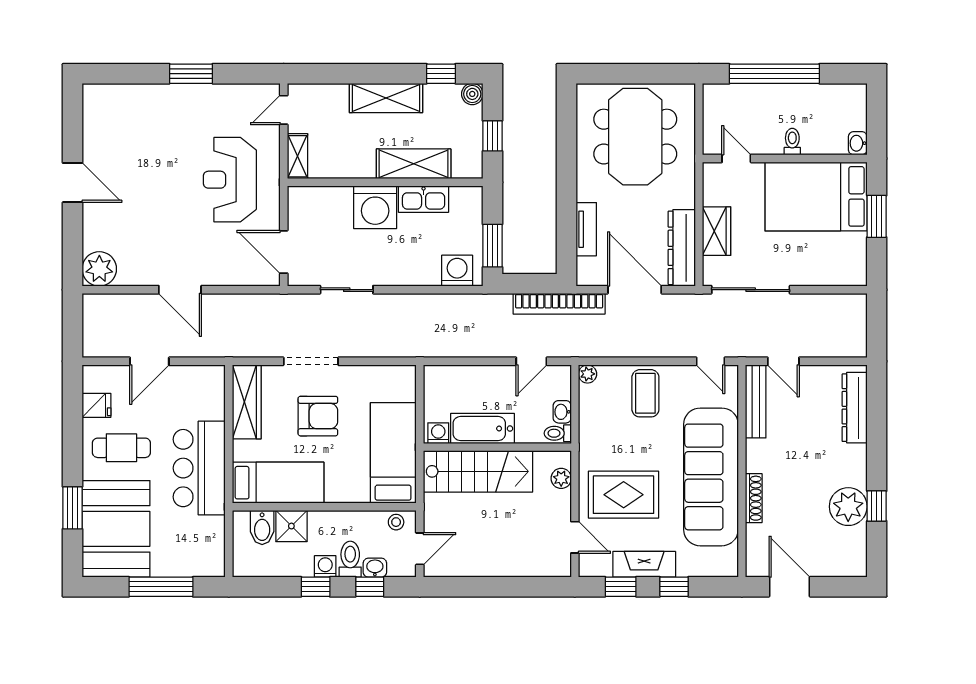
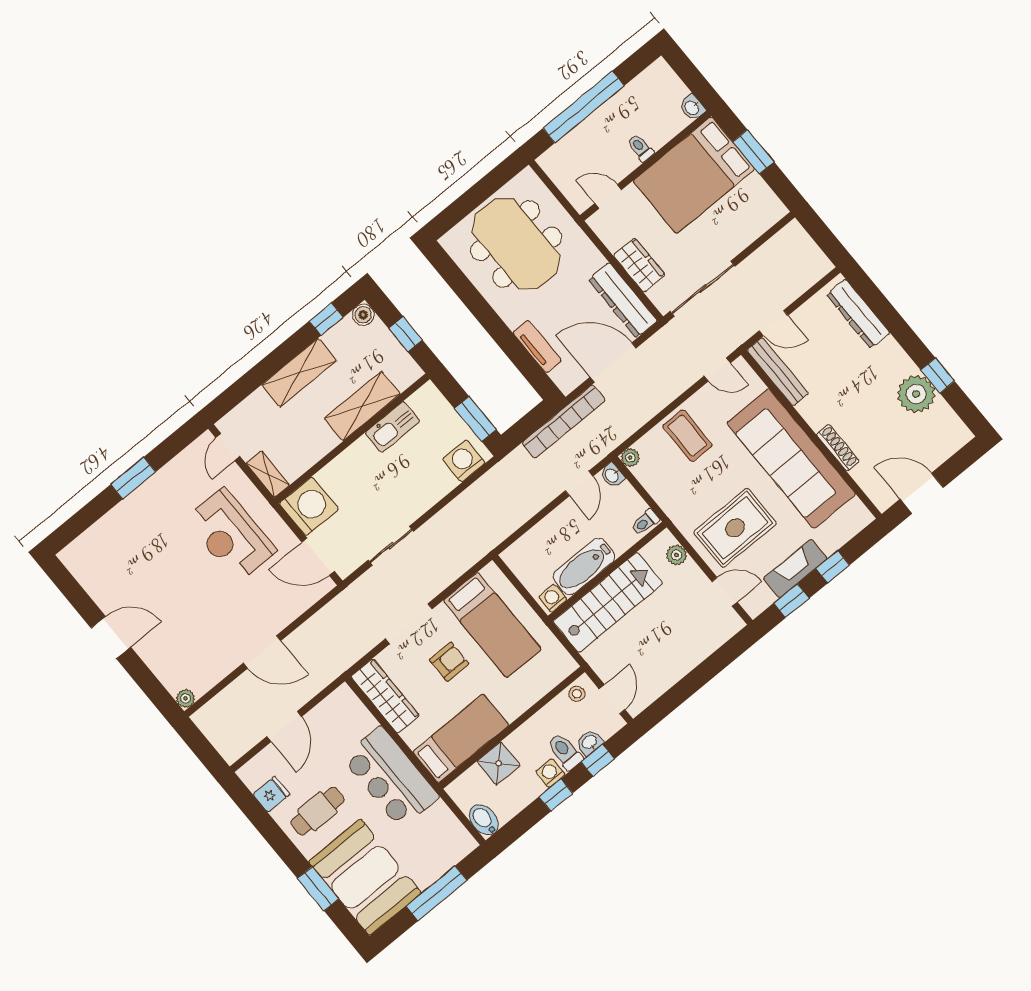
washing machine: (375, 207) -> (309, 506), moved, turned -90
plant: (99, 269) -> (186, 698), width x0.53, depth x0.53
washbasin: (562, 412) -> (612, 475), moved
armchair: (318, 416) -> (449, 662), width x0.72, depth x0.72
bed: (393, 453) -> (492, 625), moved, turned 180
bidet: (262, 527) -> (484, 820), moved, turned 180

